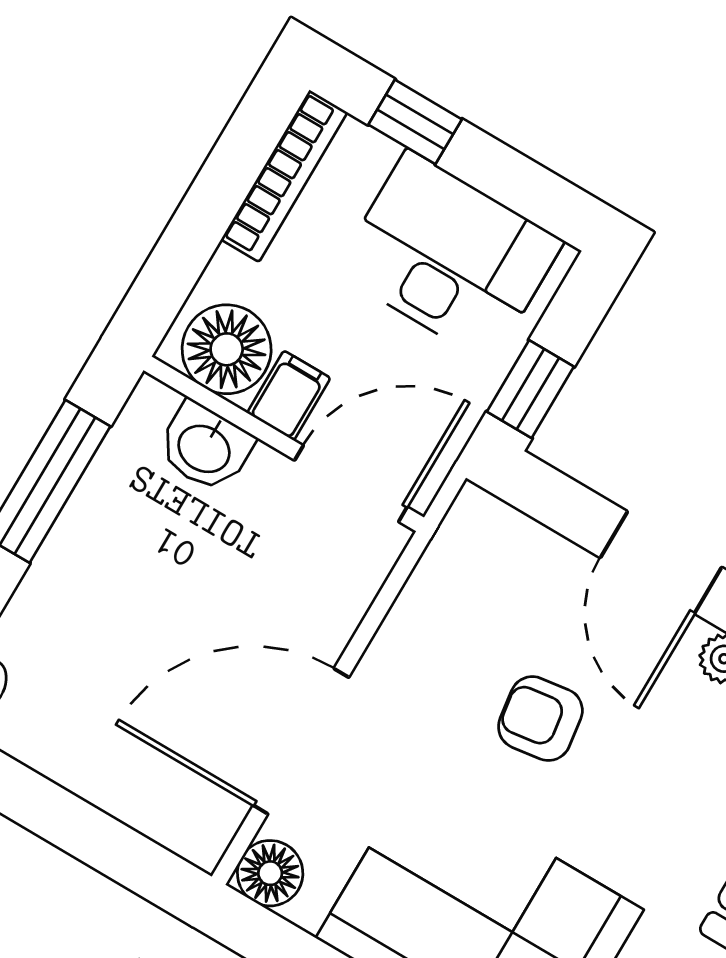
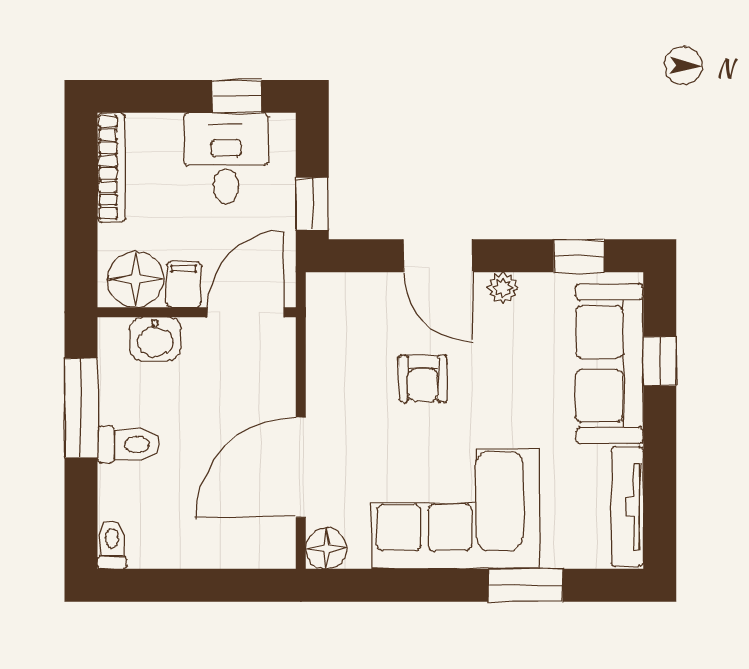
window: (415, 122) -> (237, 96), moved
desk: (449, 257) -> (226, 158), width x0.73
toilet: (83, 570) -> (128, 444), added
armchair: (540, 719) -> (423, 379), turned -82

